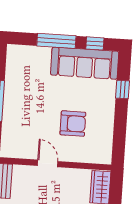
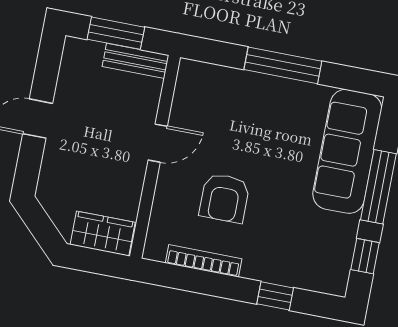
sofa: (85, 63) -> (347, 151), moved
bookcase: (108, 131) -> (204, 261), added

